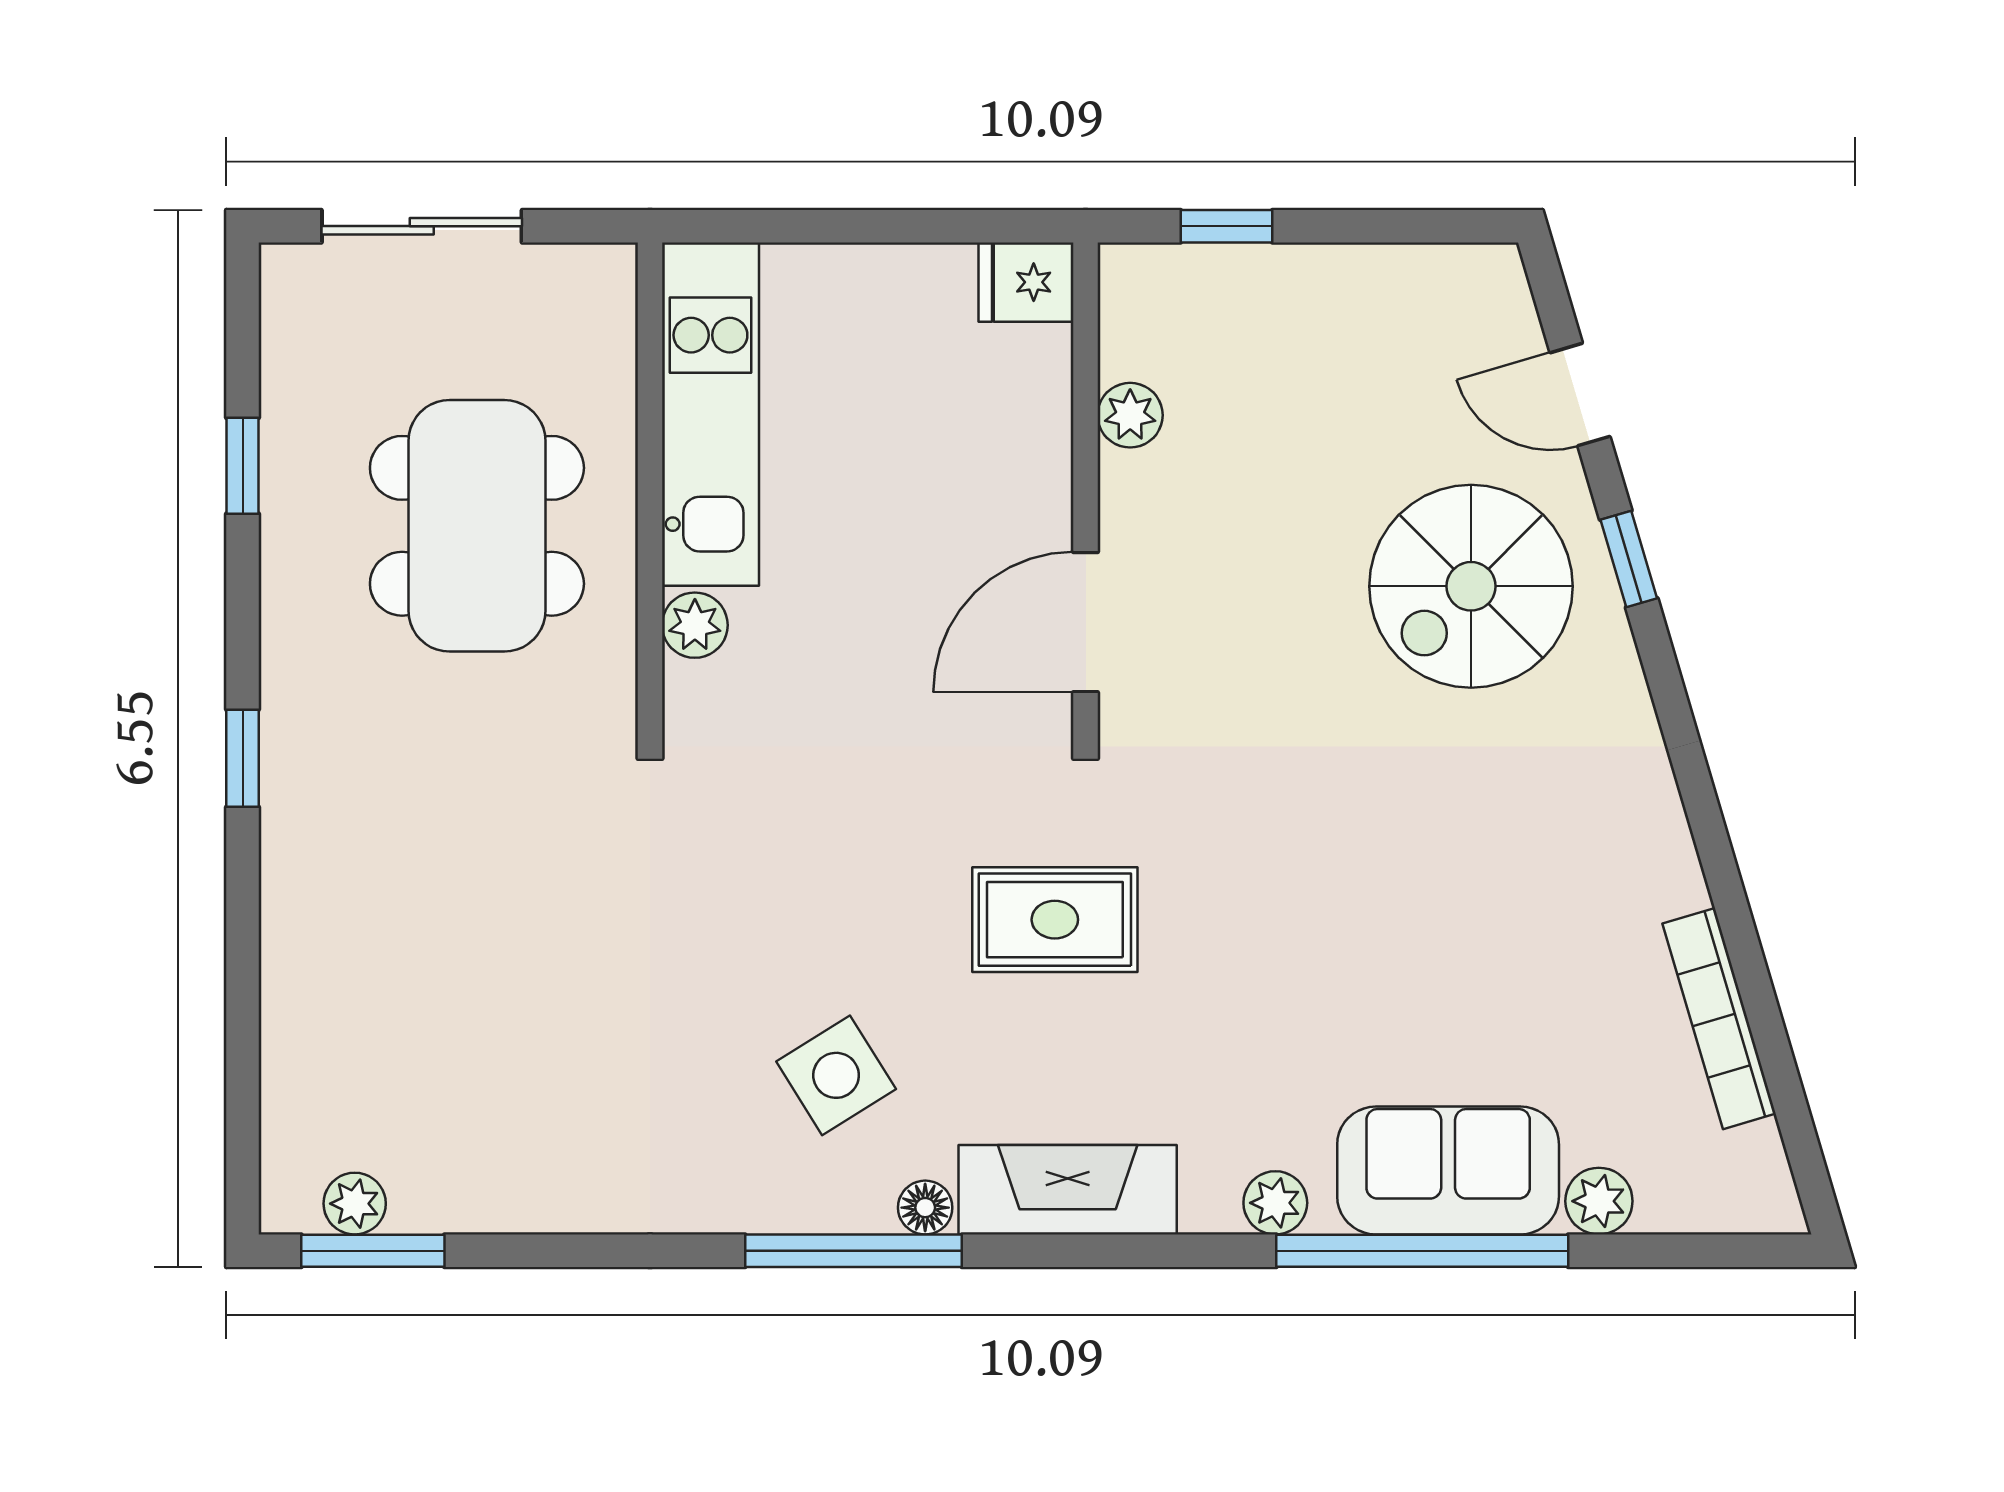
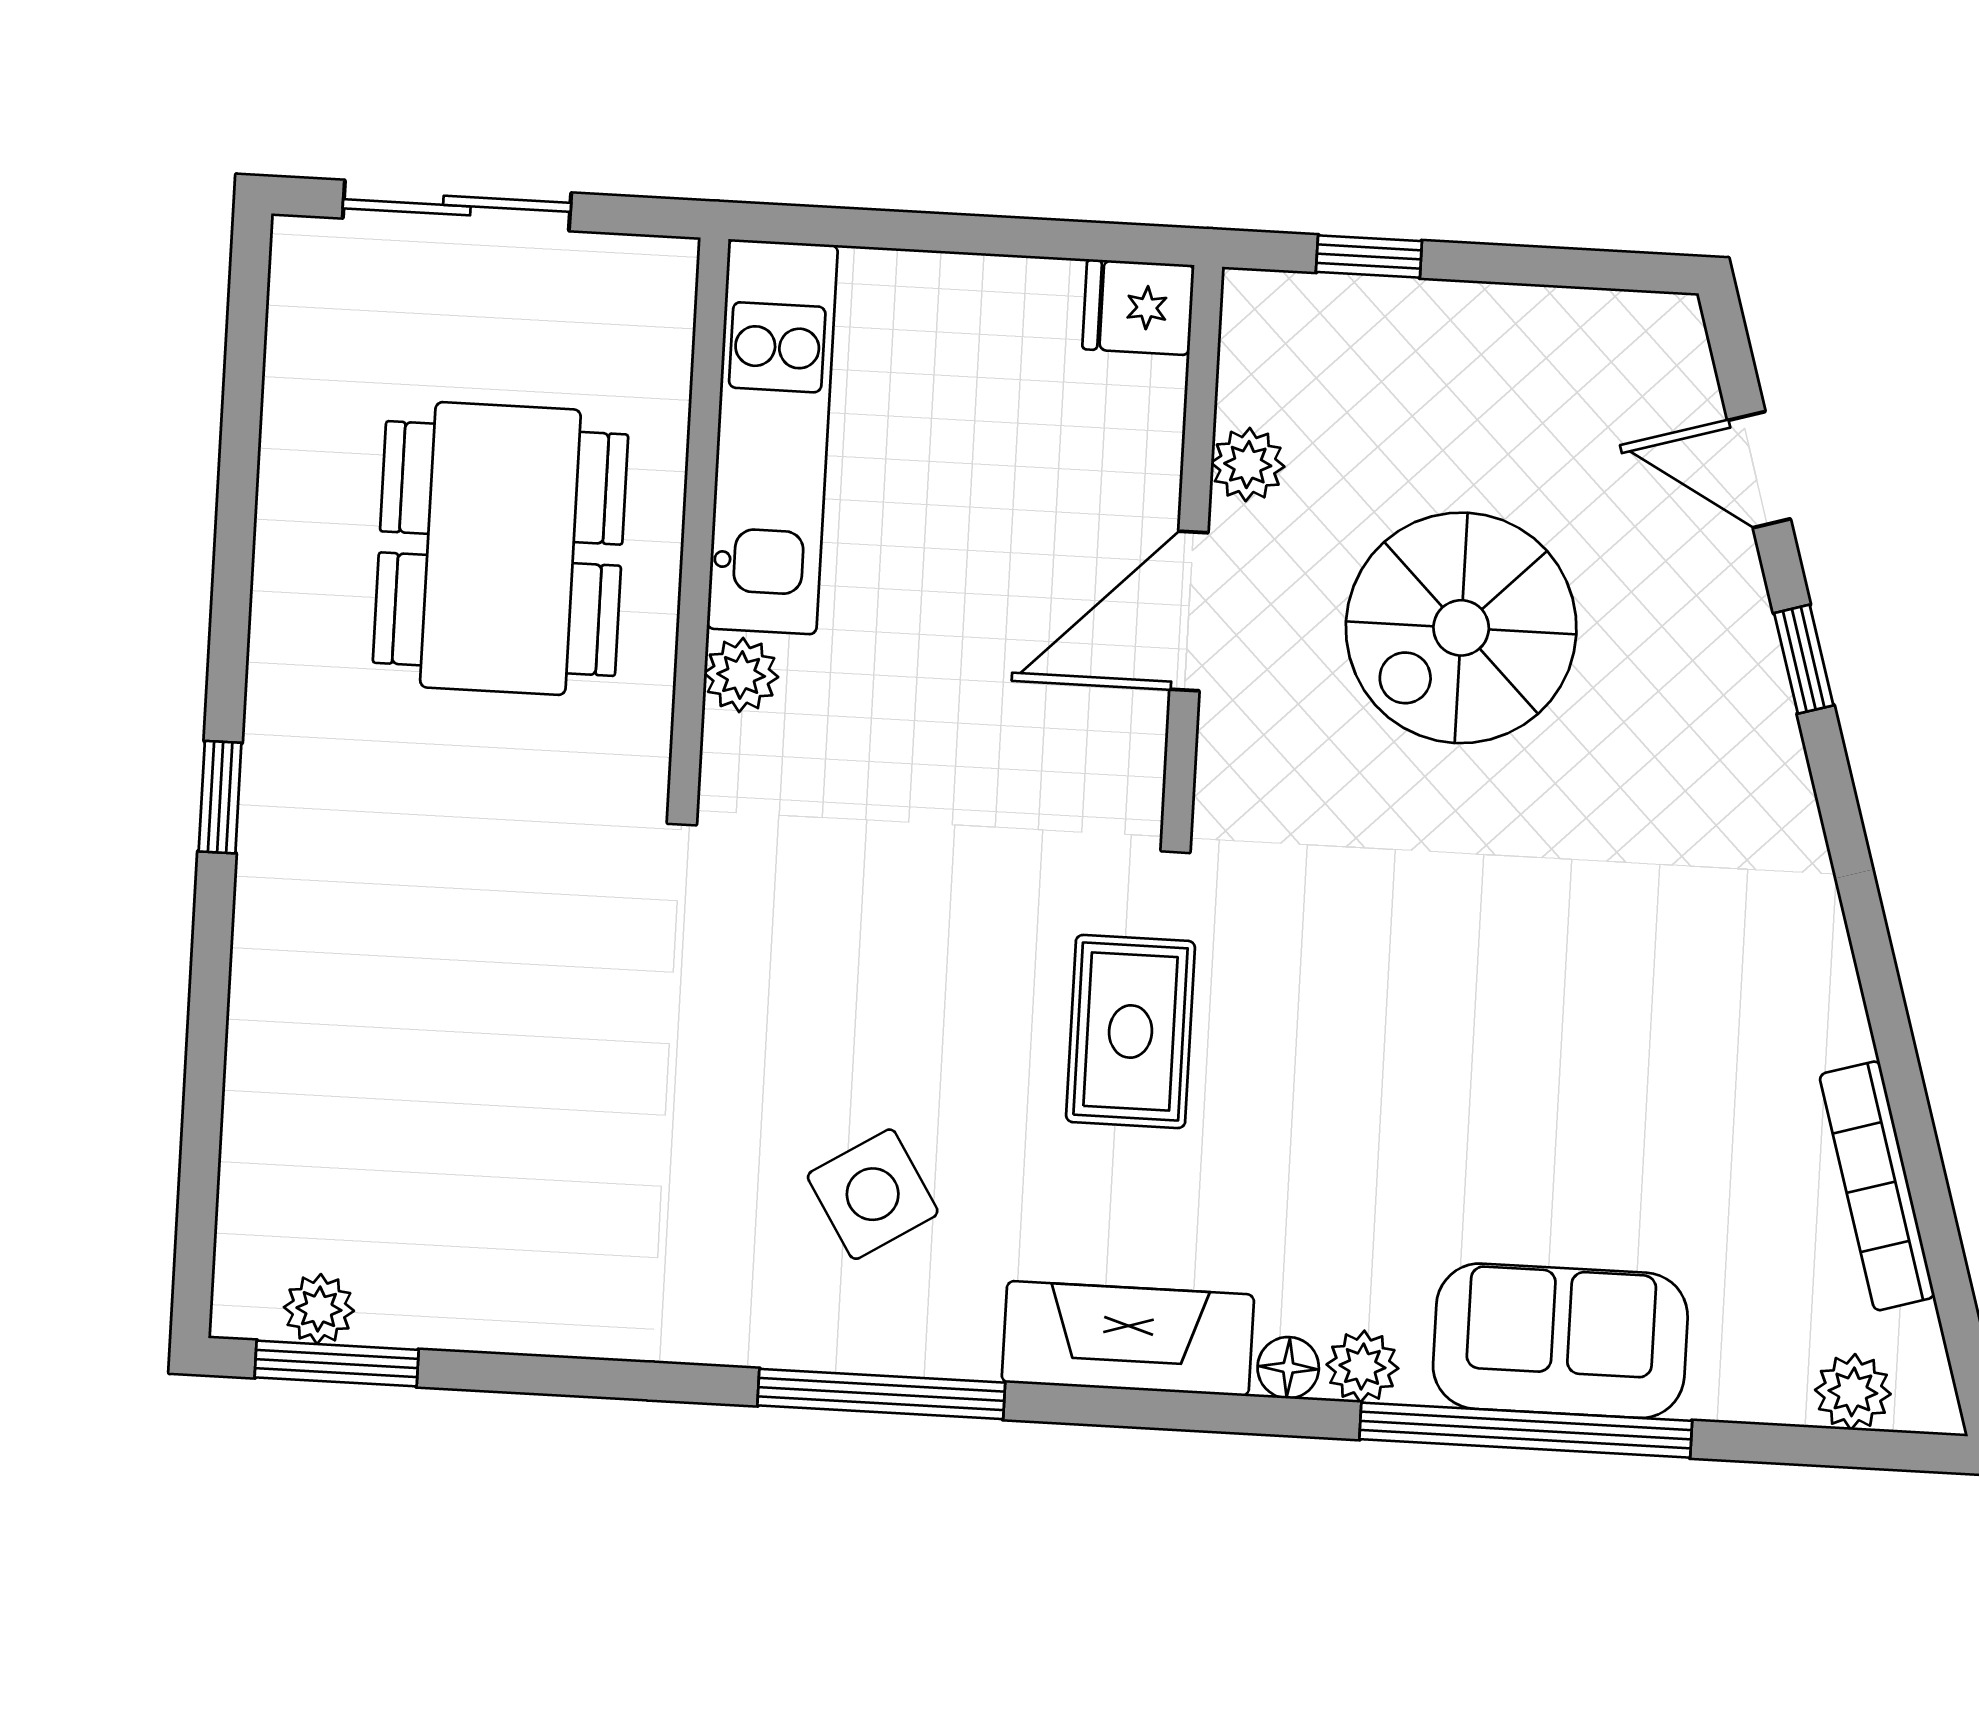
window: (243, 466) -> (239, 466), removed
spiral stairs: (1471, 586) -> (1461, 628), moved
door: (1086, 622) -> (1189, 611), moved
rug: (1055, 920) -> (1130, 1032), turned 90
plant: (1599, 1201) -> (1853, 1392), moved
floor lamp: (925, 1208) -> (1288, 1368), moved

